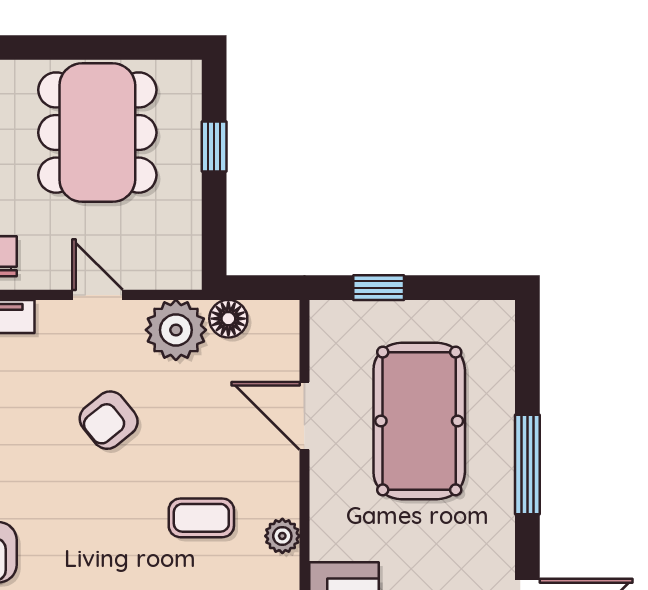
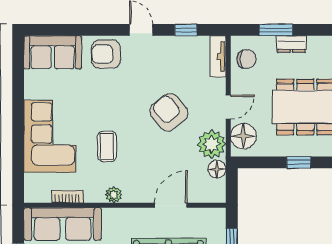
floor lamp: (159, 263) -> (243, 136), added
armchair: (109, 420) -> (169, 112), width x1.38, depth x1.38
coffee table: (201, 518) -> (107, 146), moved

